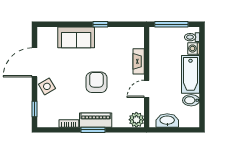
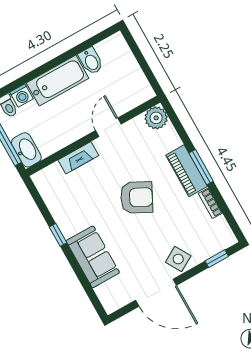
armchair: (96, 82) -> (137, 197), turned -153
door: (147, 89) -> (108, 127), swing flipped
washbasin: (167, 121) -> (26, 150), moved, turned 180

